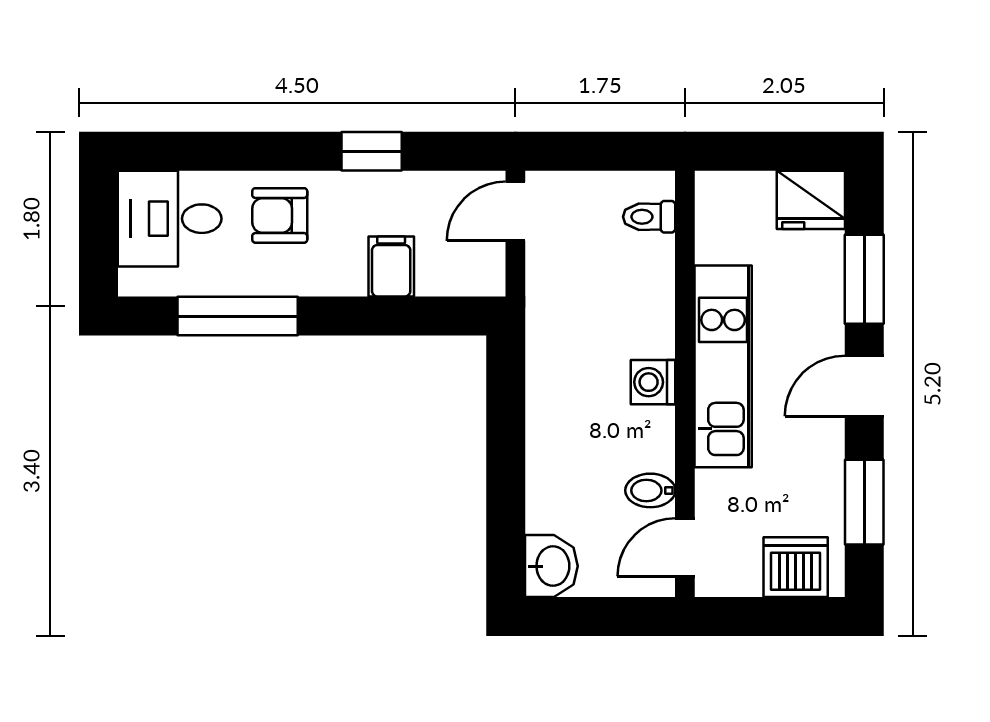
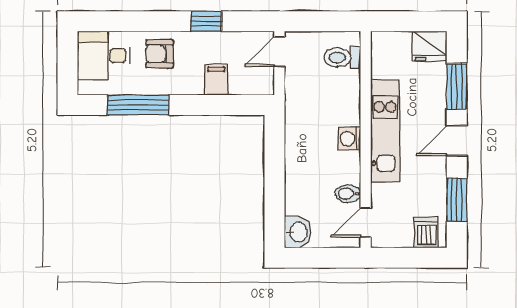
toilet: (649, 217) -> (342, 58), width x1.37, depth x1.39
dishwasher: (796, 567) -> (426, 233), width x0.73

